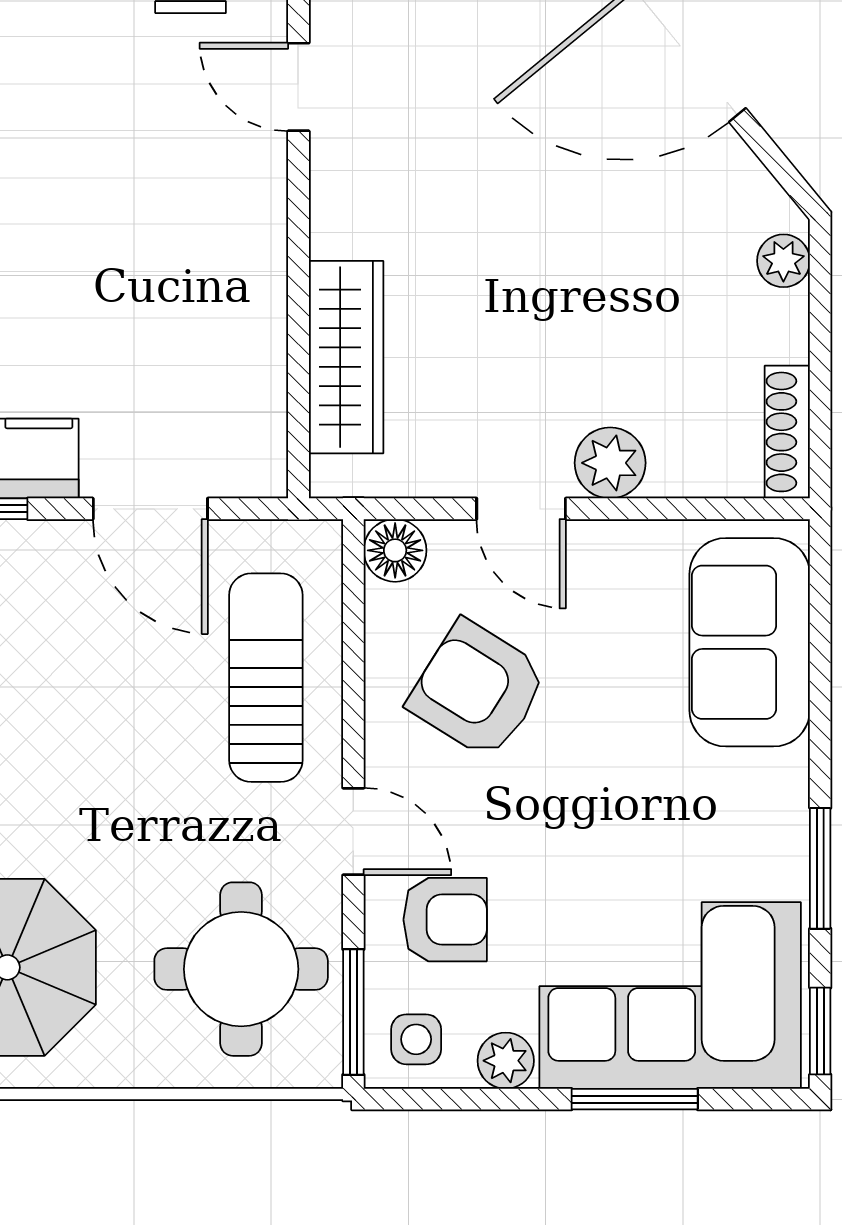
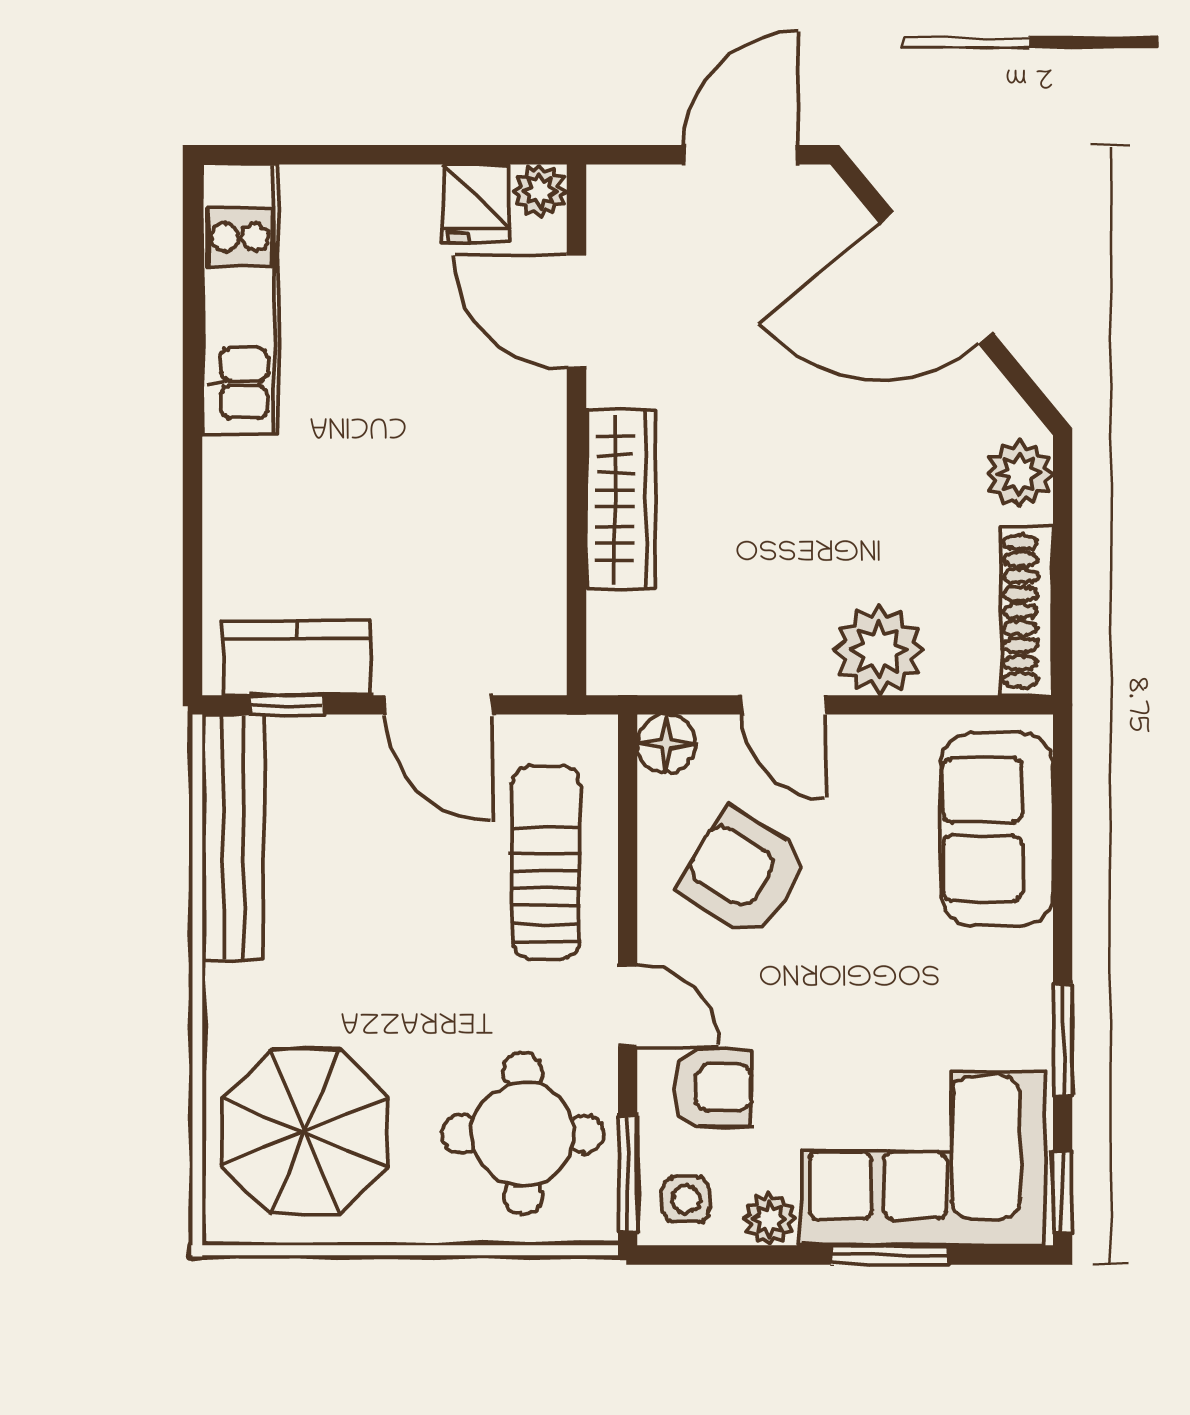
door: (298, 87) -> (576, 312), width x1.38
plant: (783, 261) -> (1019, 474), width x1.38, depth x1.38
wardrobe: (346, 357) -> (621, 499), moved
shoe rack: (787, 432) -> (1027, 611), width x1.36, depth x1.24
plant: (610, 463) -> (879, 650), width x1.36, depth x1.36

